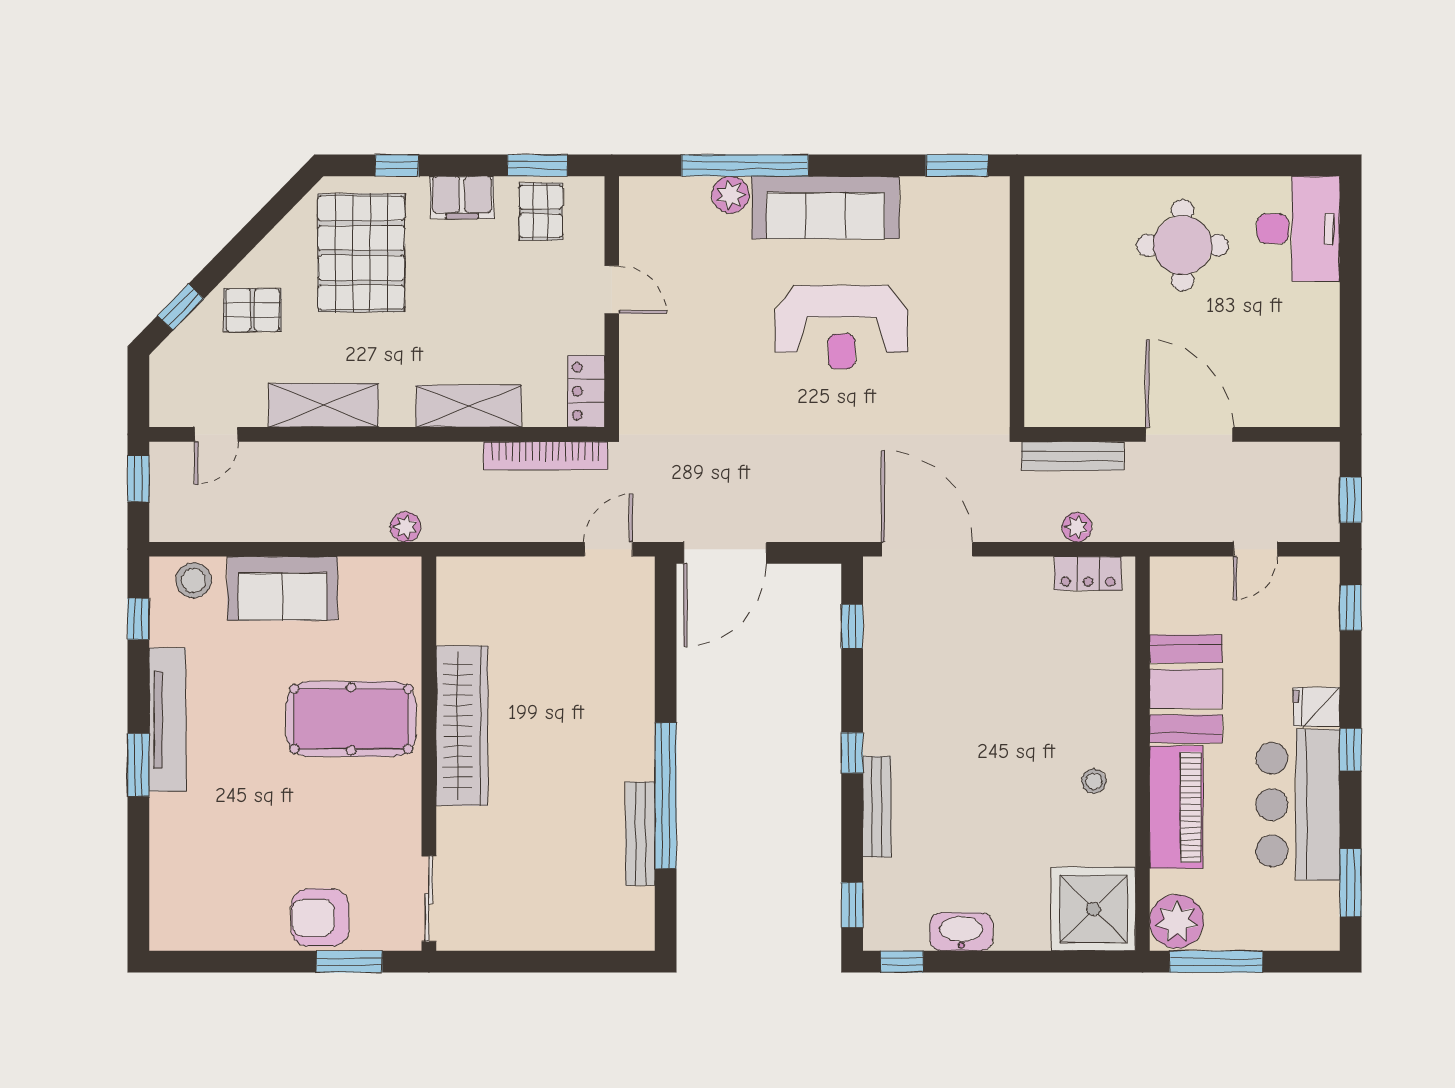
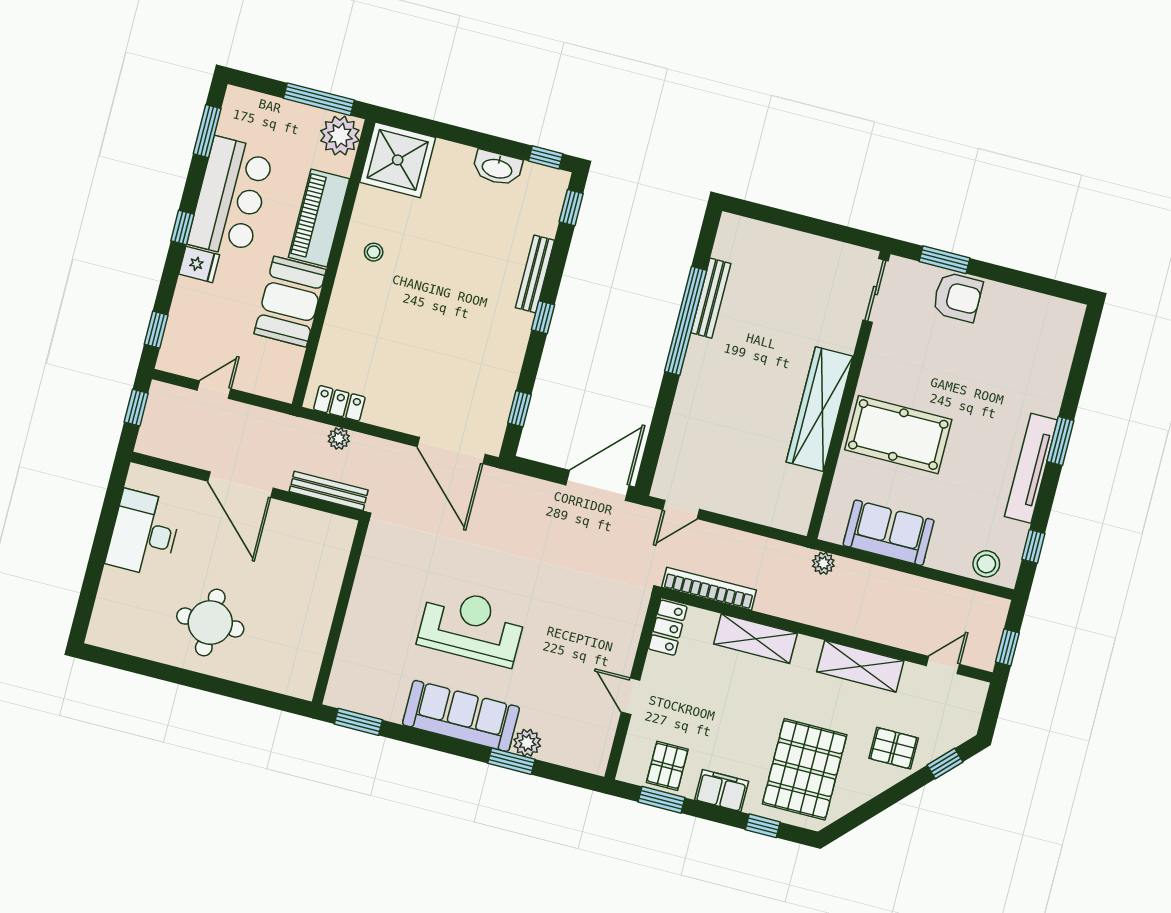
window: (745, 165) -> (511, 761), width x0.47
desk: (1298, 229) -> (144, 533), moved
sofa: (282, 588) -> (889, 533), moved

